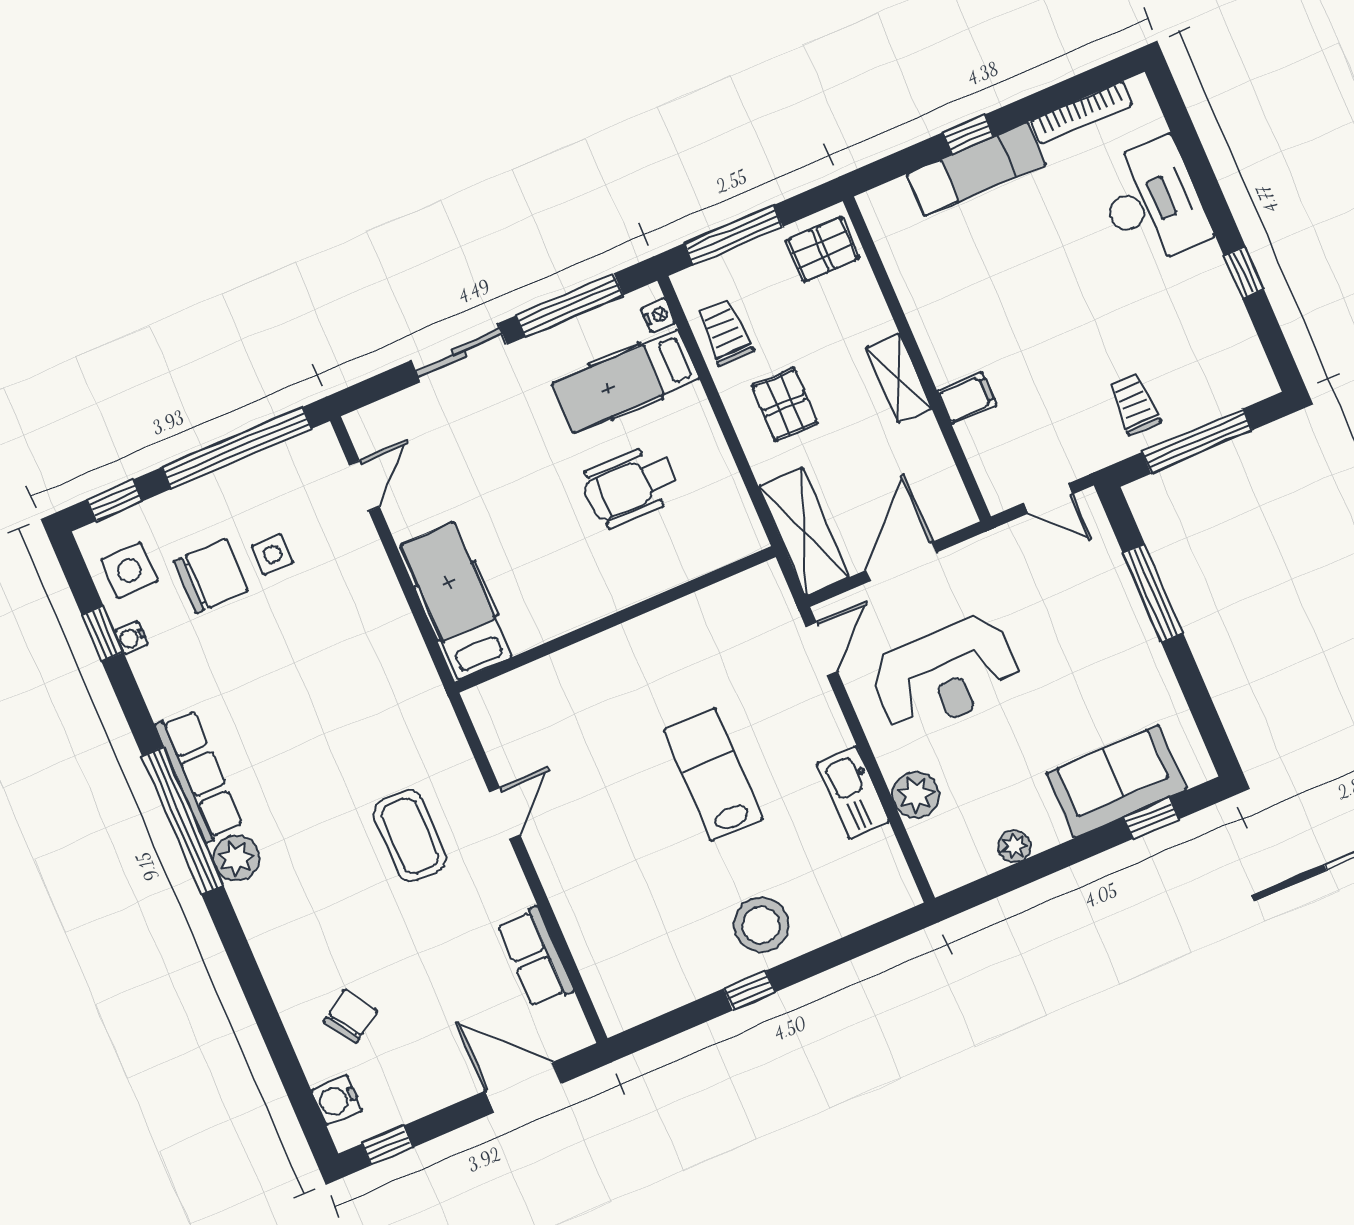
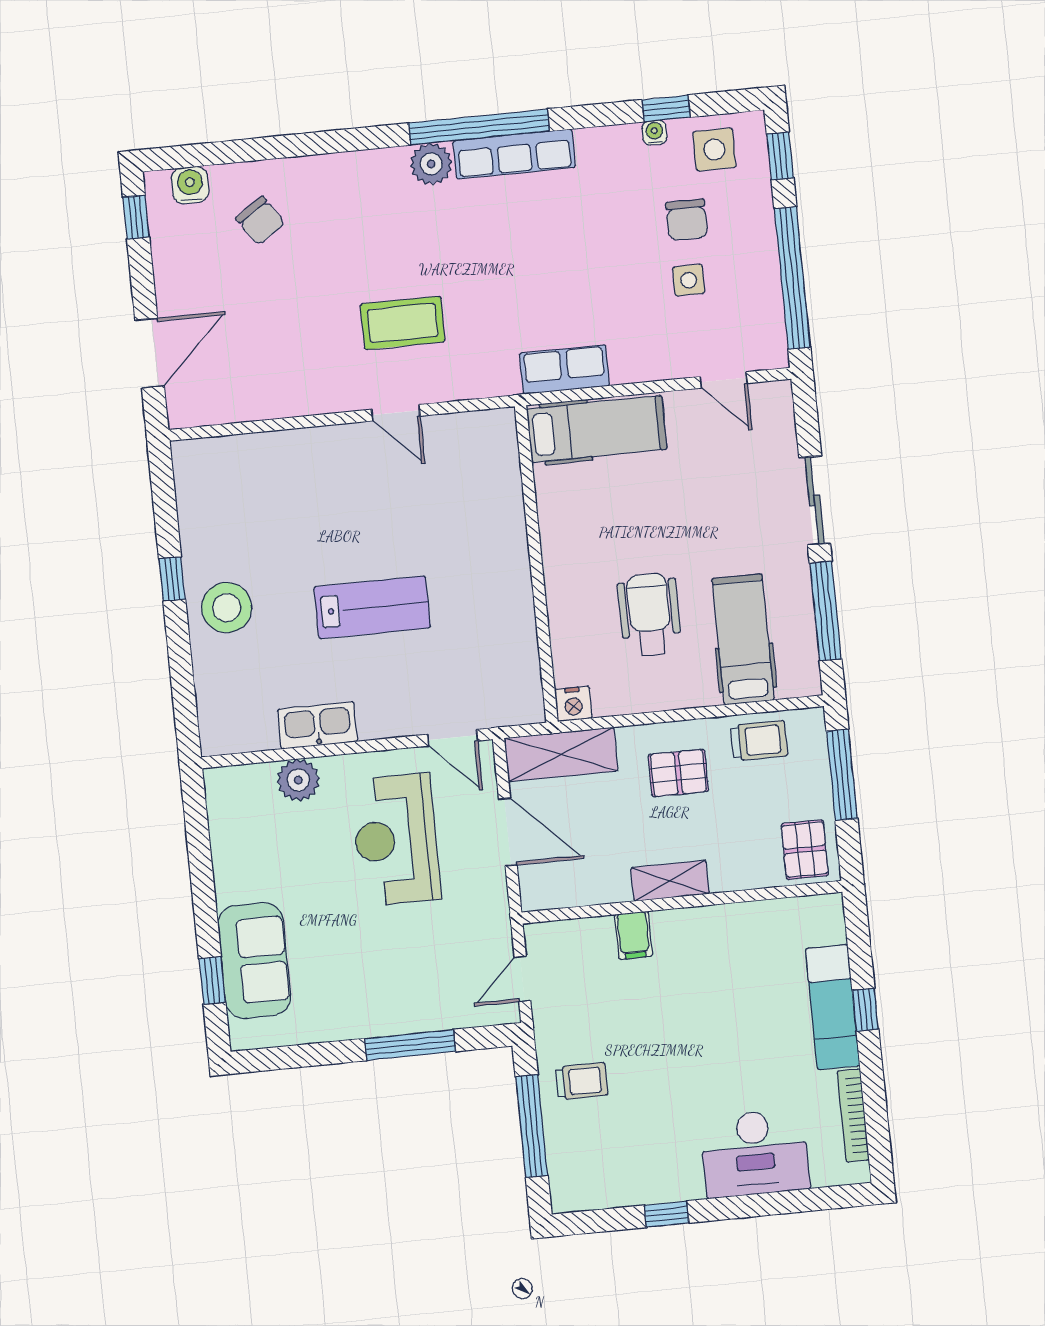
nightstand: (658, 315) -> (573, 704), moved, width x1.39, depth x1.35
chair: (211, 576) -> (687, 220), width x0.73, depth x0.73
plant: (1015, 846) -> (226, 853), removed
row of seats: (535, 957) -> (564, 369), moved

